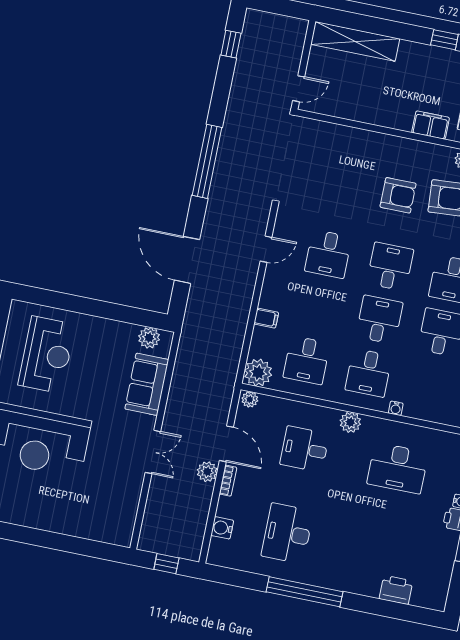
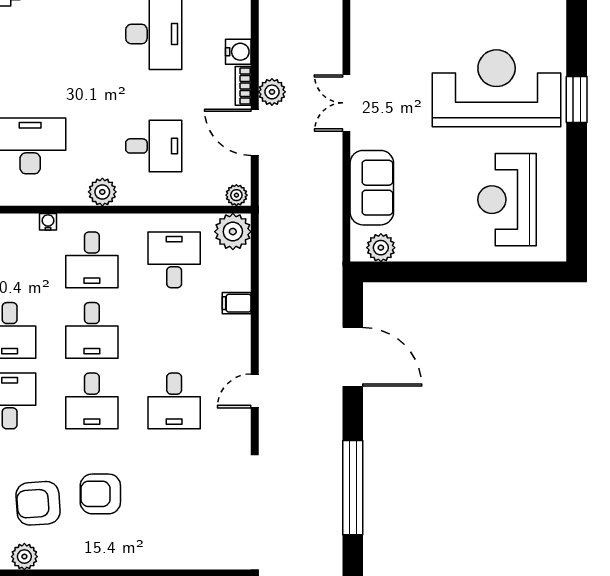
desk: (328, 254) -> (174, 401), turned 180
desk: (369, 373) -> (92, 260), turned 180
water cooler: (222, 528) -> (238, 52), moved

